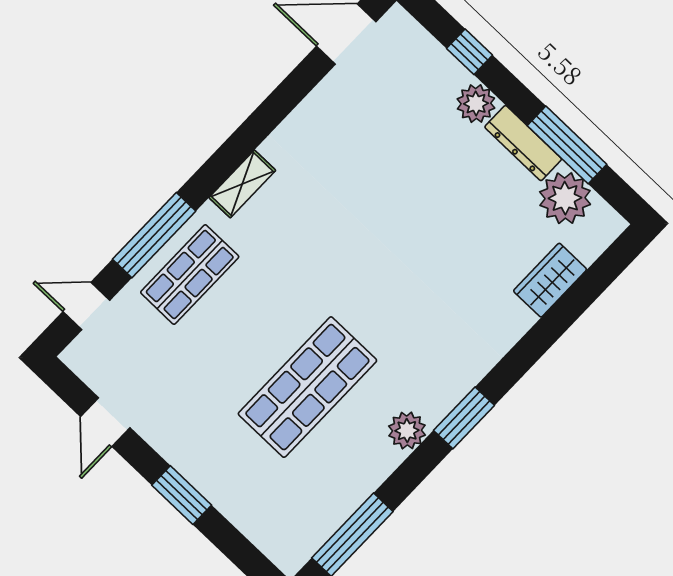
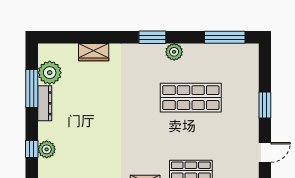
plant: (476, 104) -> (47, 149), moved
wardrobe: (550, 280) -> (94, 52), moved

